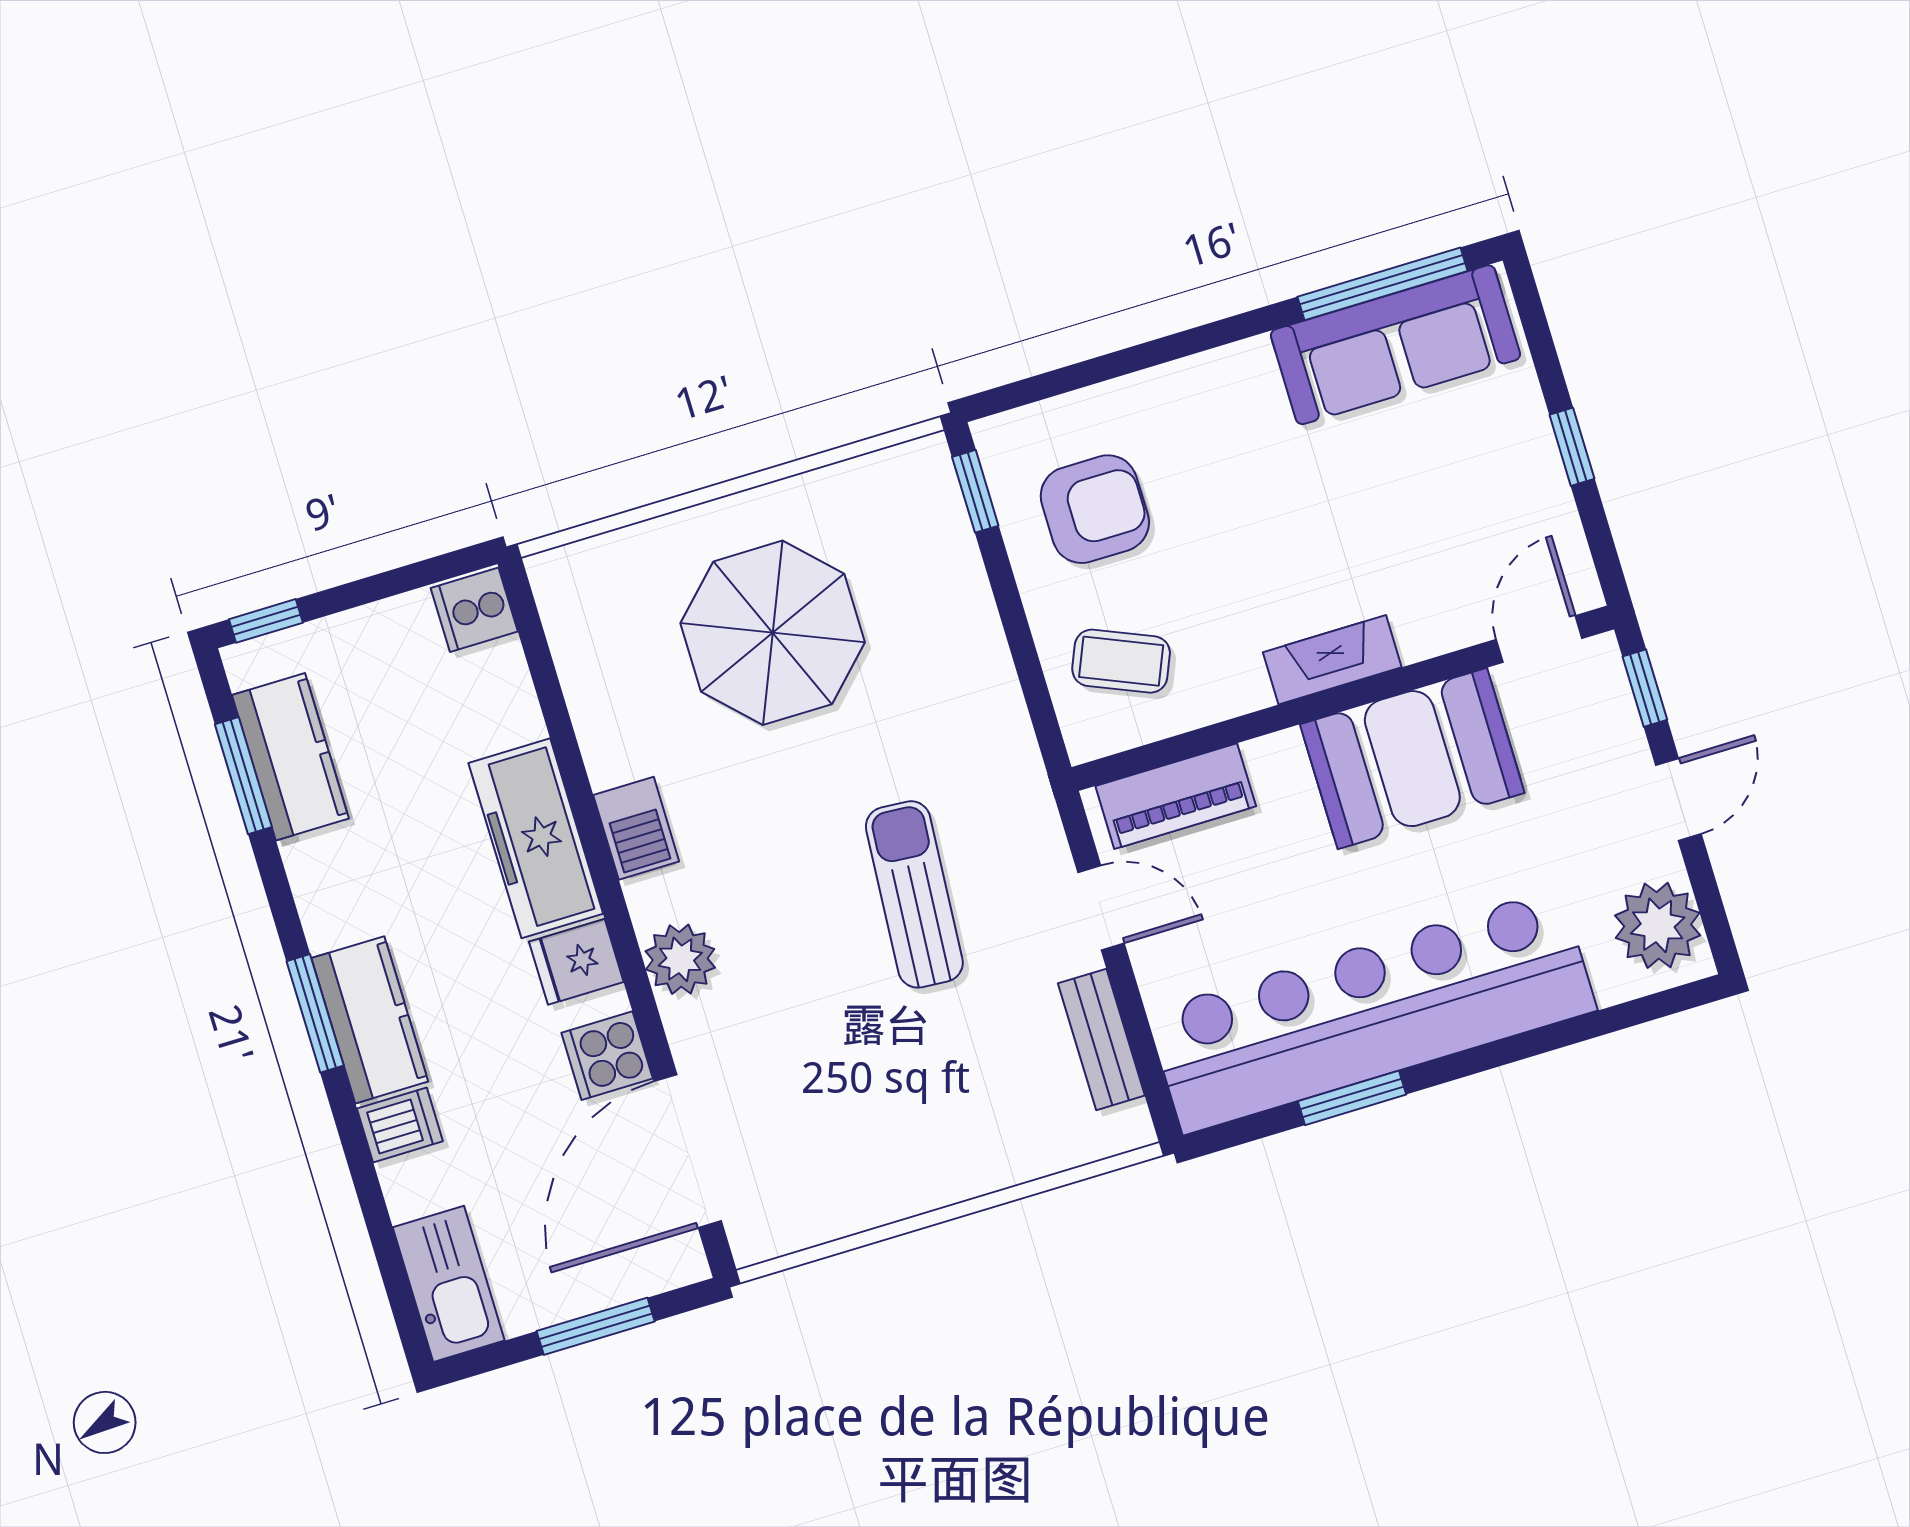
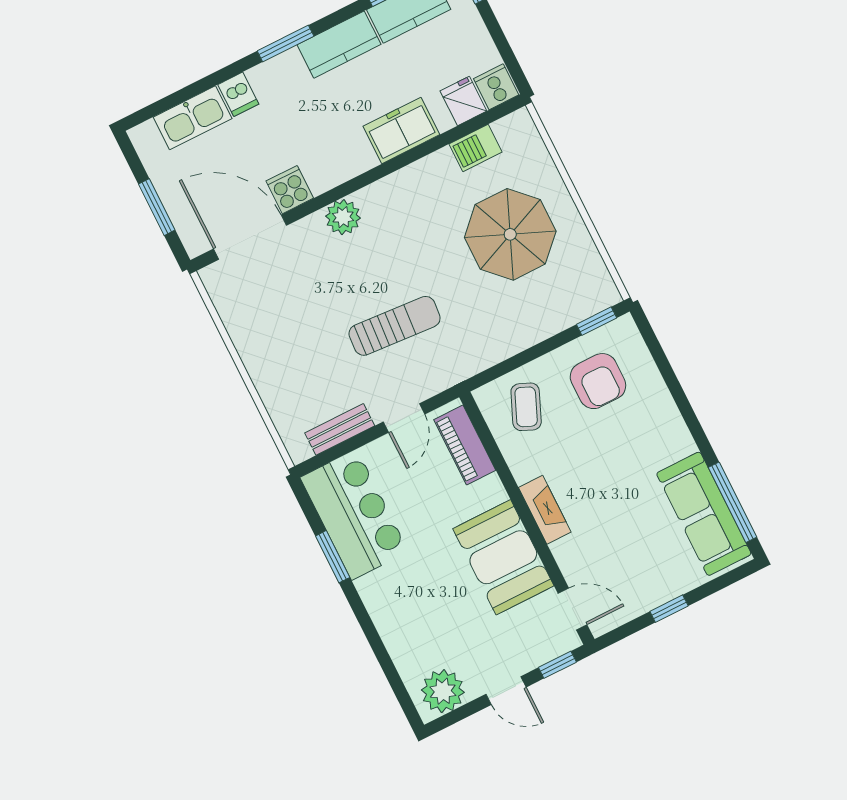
barbecue: (636, 828) -> (476, 148), moved
freezer: (536, 838) -> (401, 130), width x0.71
fridge: (576, 962) -> (463, 101), moved
bar counter: (1372, 1011) -> (354, 515), width x0.54
kitchen counter: (370, 1020) -> (339, 45), moved
kitchen sink: (449, 1284) -> (193, 118), moved

